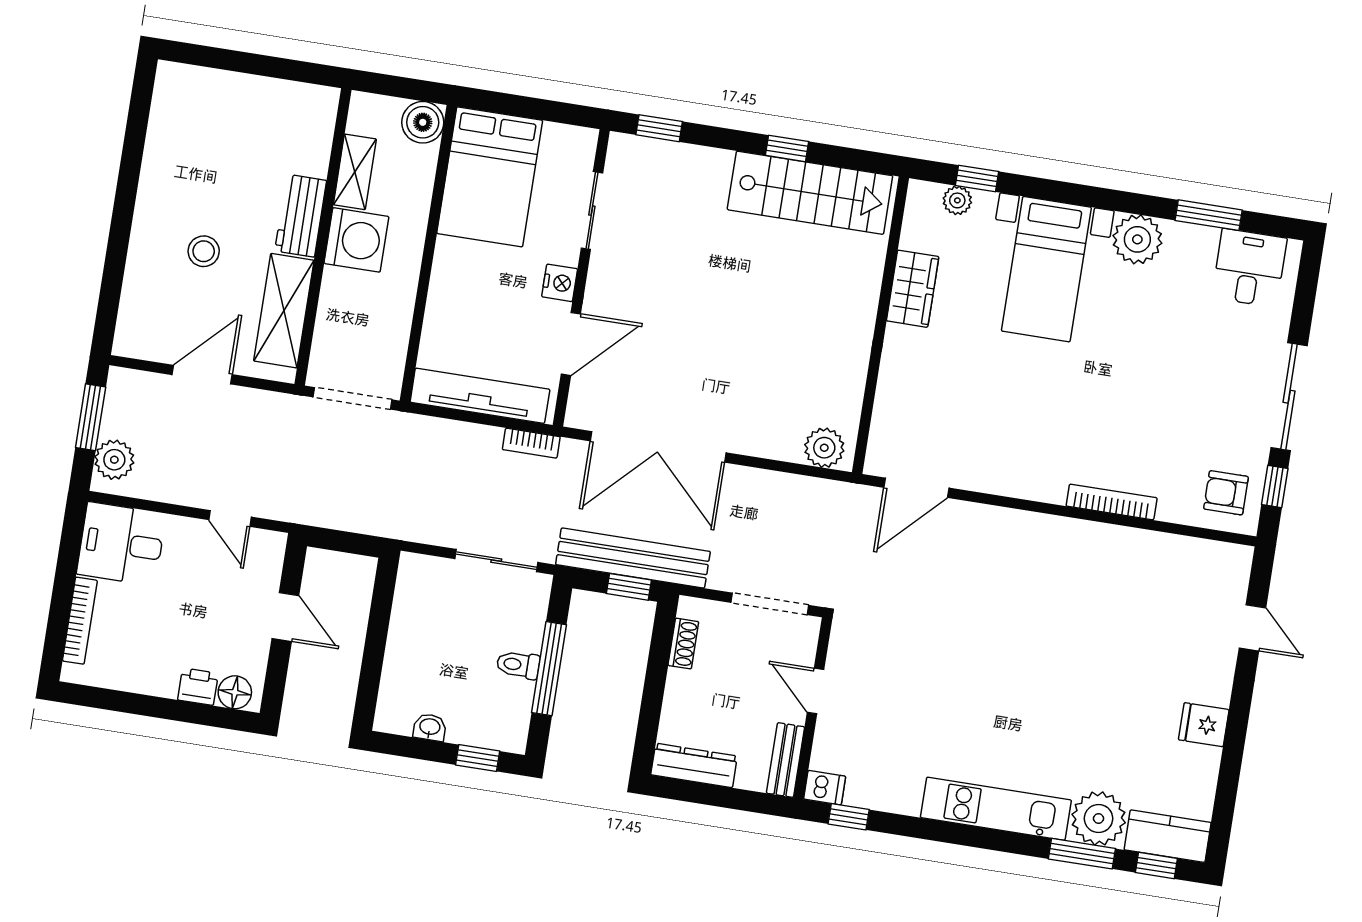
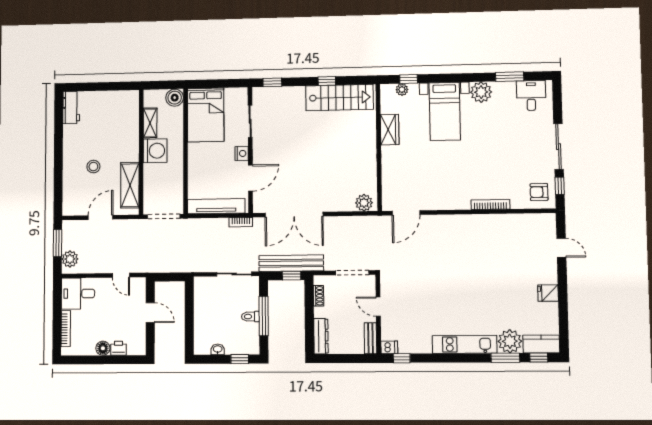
workbench: (301, 216) -> (71, 108), moved, turned 180
floor lamp: (235, 692) -> (103, 348), moved
dresser: (694, 765) -> (321, 336), moved, turned 90

